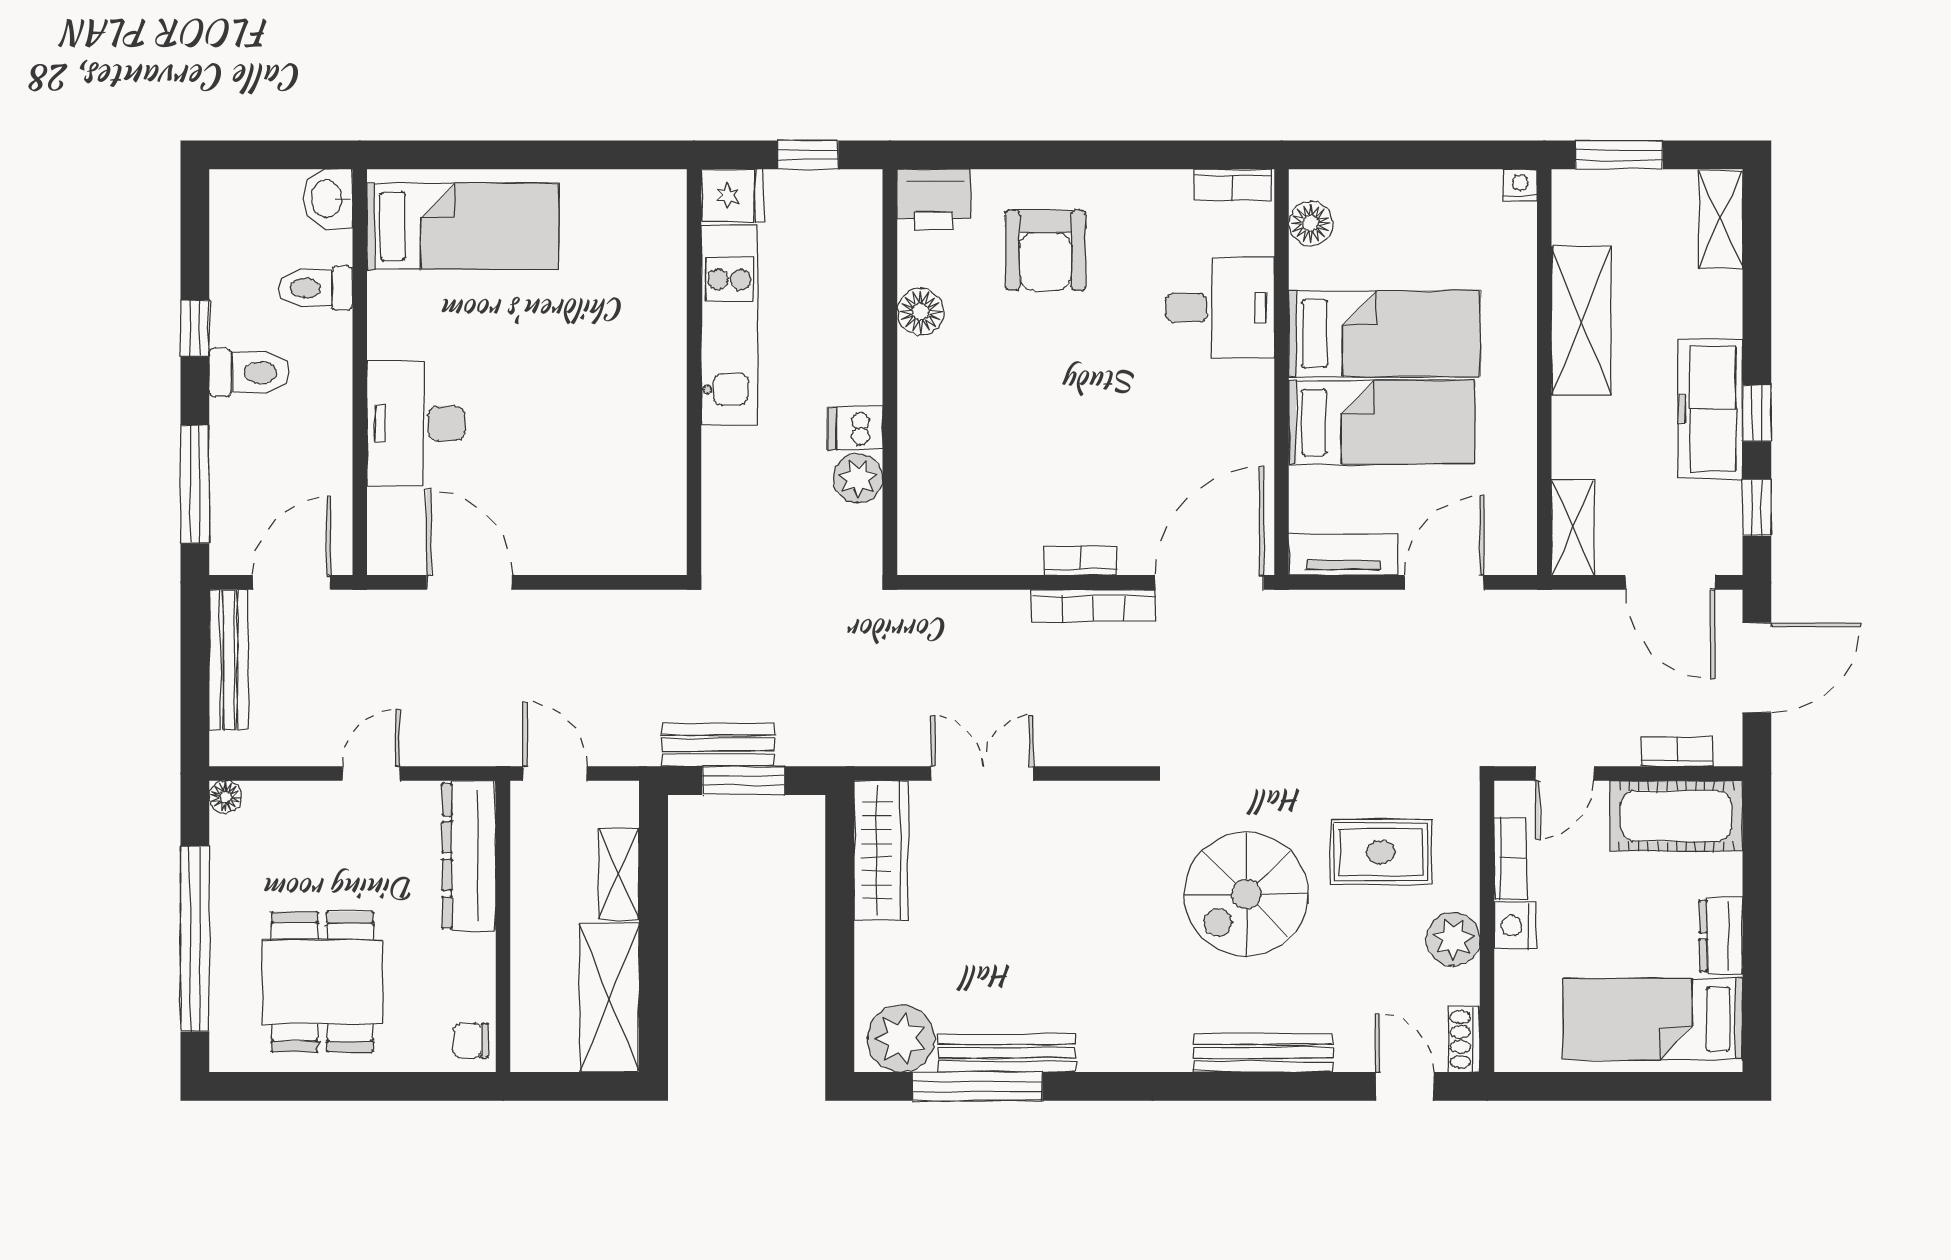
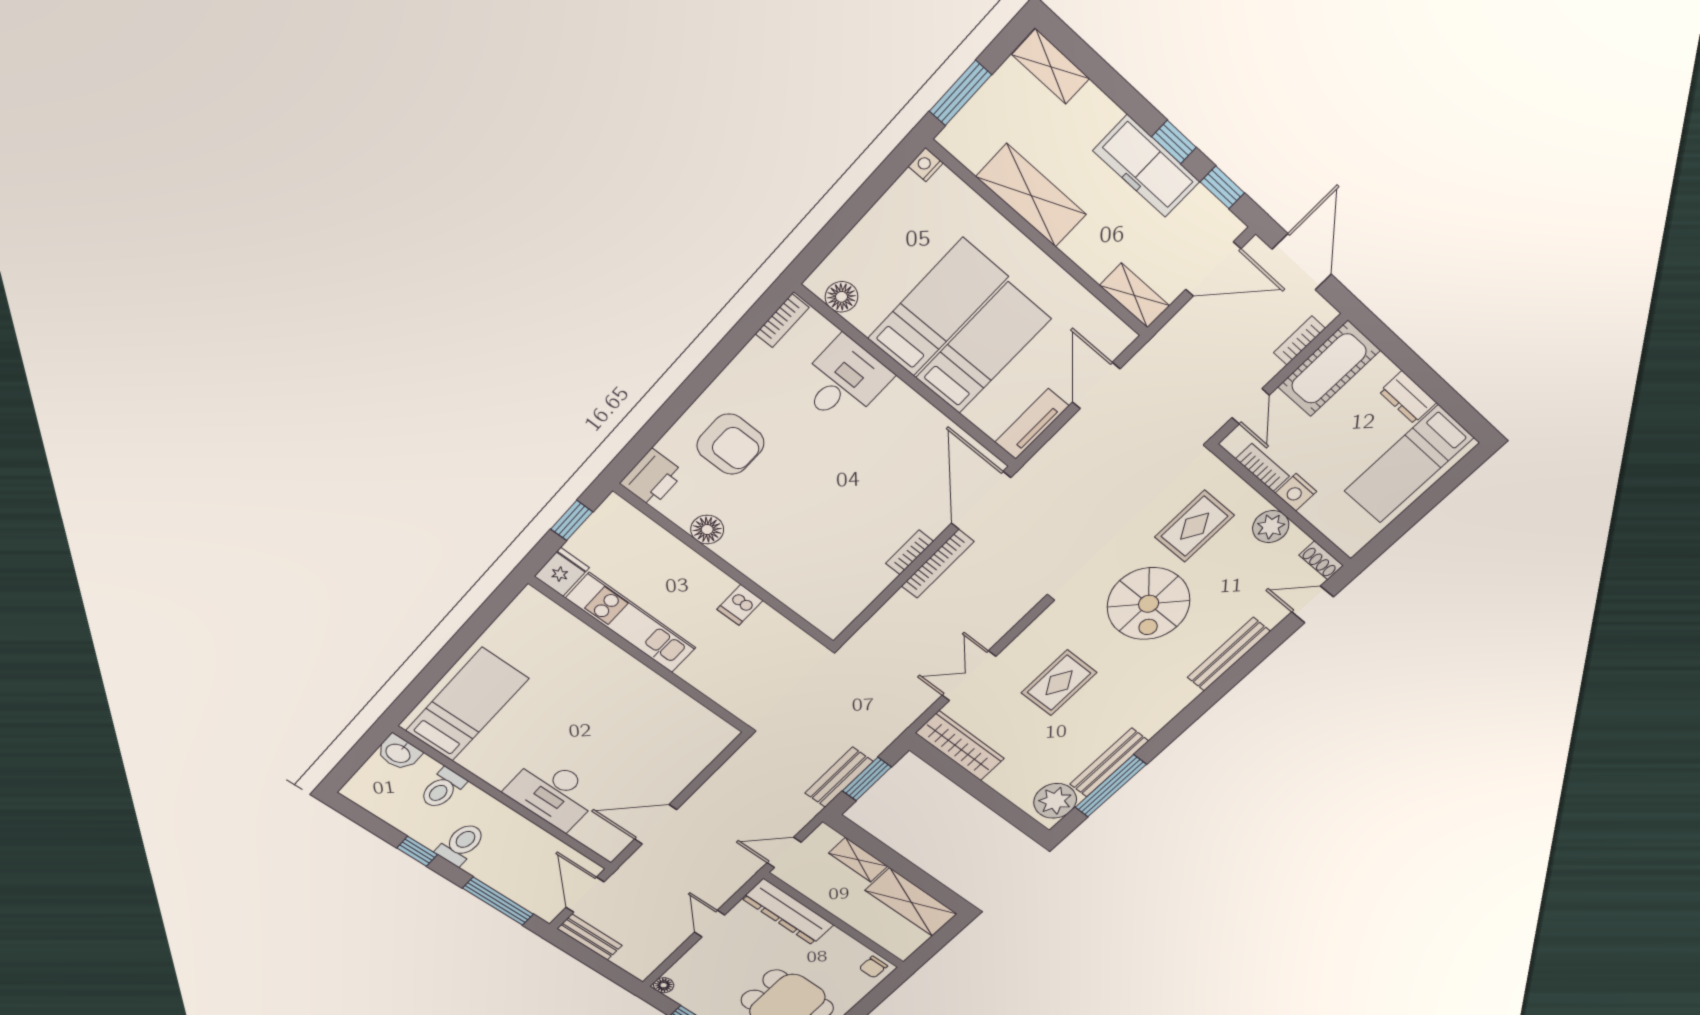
plant: (858, 478) -> (767, 622), removed
bench: (229, 660) -> (590, 937), width x0.73
rug: (1061, 888) -> (1059, 683), added

